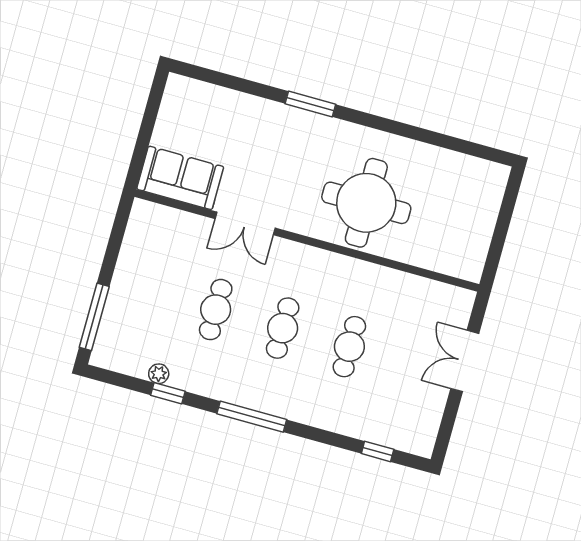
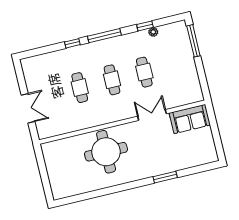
window: (310, 104) -> (165, 177), moved
window: (378, 451) -> (72, 43), moved

